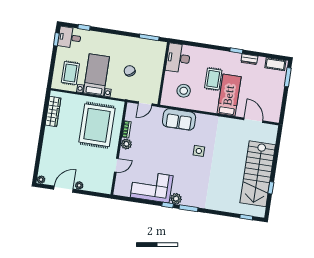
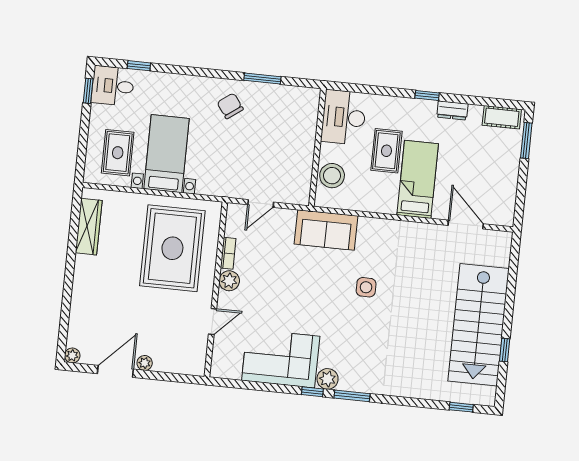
desk: (178, 58) -> (344, 117), moved
chair: (130, 71) -> (230, 106), moved
wall: (164, 73) -> (317, 147), moved

